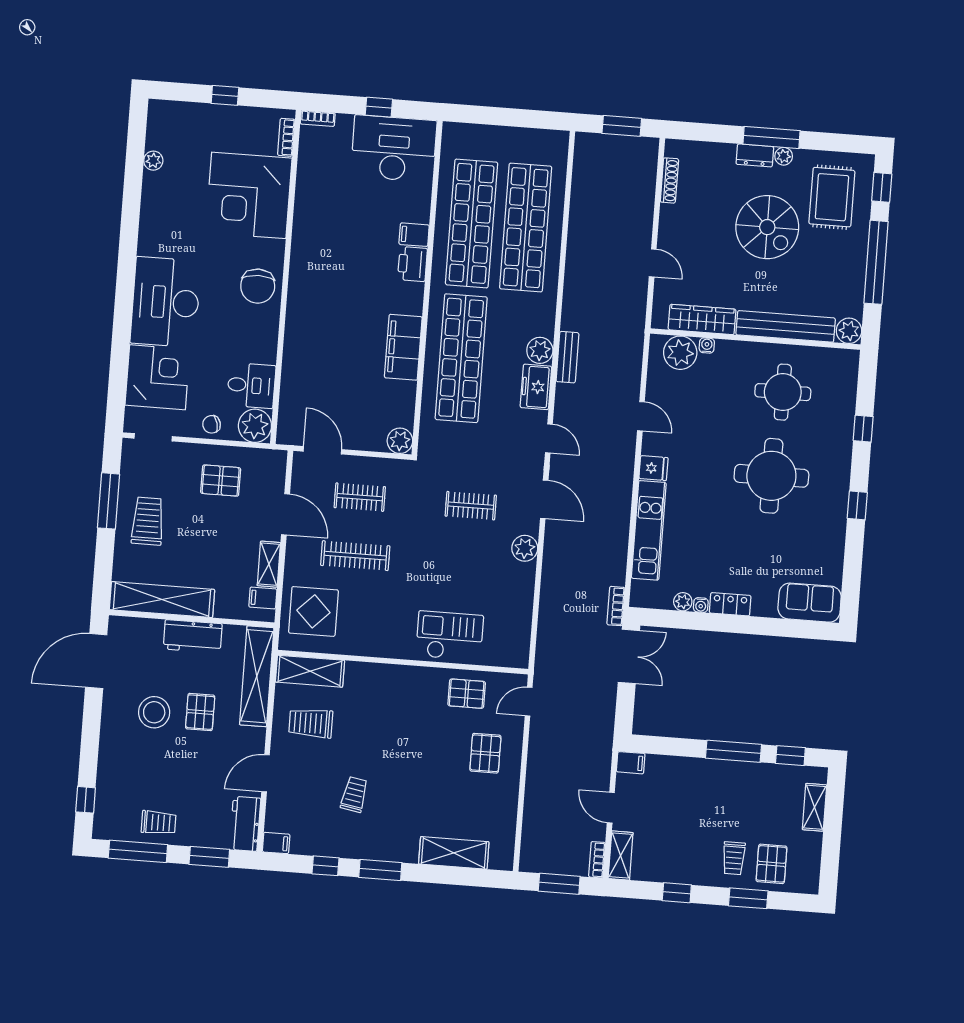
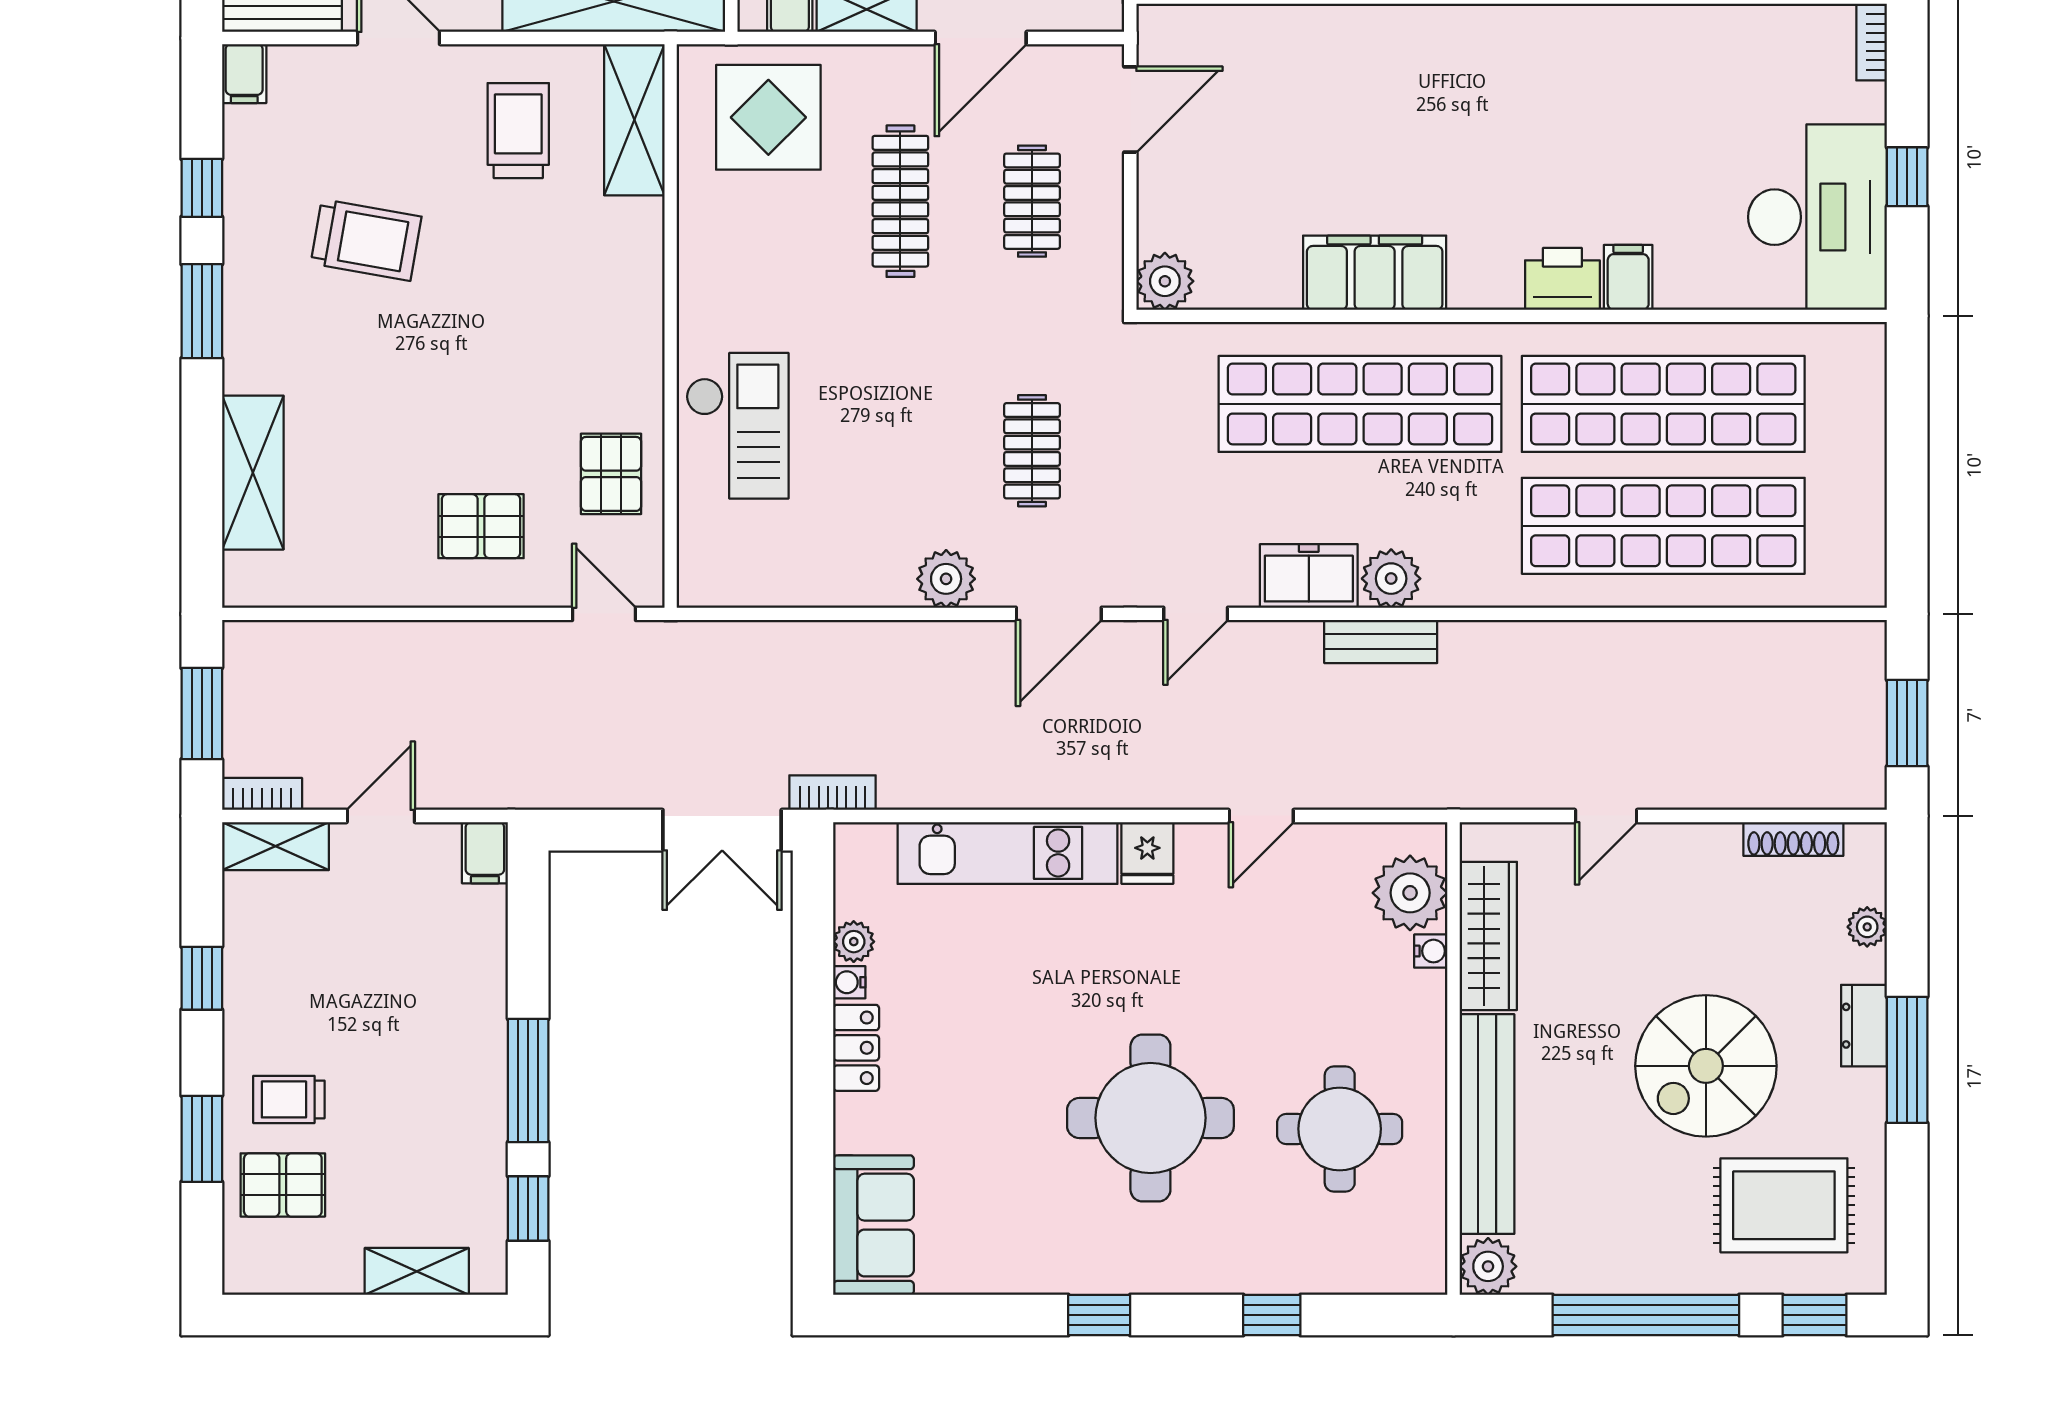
plant: (784, 156) -> (1867, 927), moved
trolley: (354, 795) -> (366, 240), width x1.36, depth x1.39

